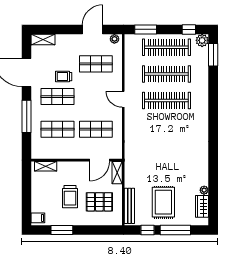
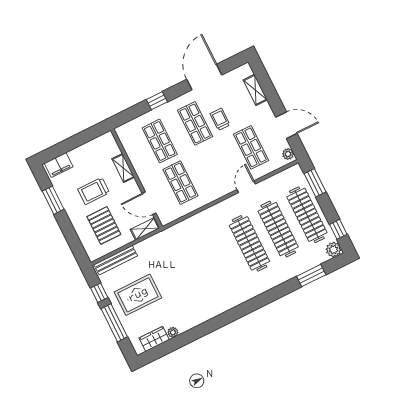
shelving: (43, 39) -> (255, 90), moved
window: (213, 55) -> (311, 276), moved
door: (123, 99) -> (246, 187), moved
window: (27, 116) -> (157, 101), width x0.46
shelving: (46, 166) -> (123, 168), moved
filing cabinet: (38, 218) -> (59, 165), width x2.00

